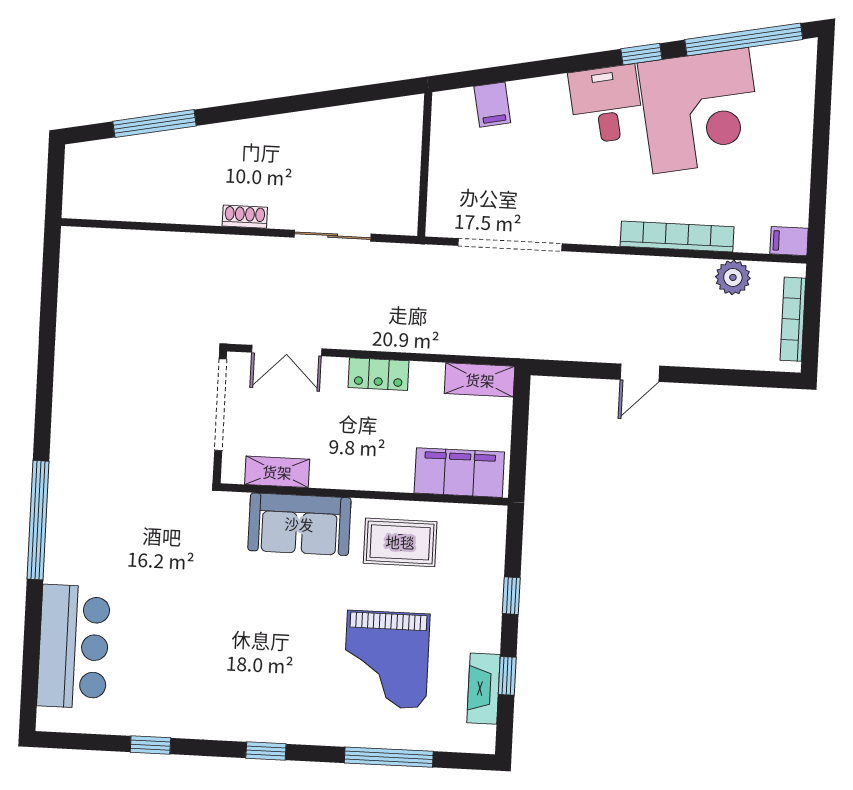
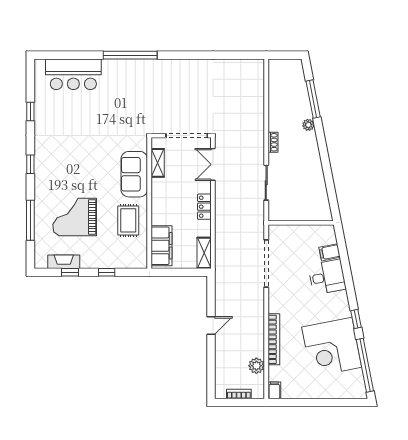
desk: (606, 104) -> (327, 277), moved
plant: (211, 137) -> (308, 125), added
bookcase: (793, 319) -> (239, 394), width x0.64
door: (640, 373) -> (211, 326), swing flipped

